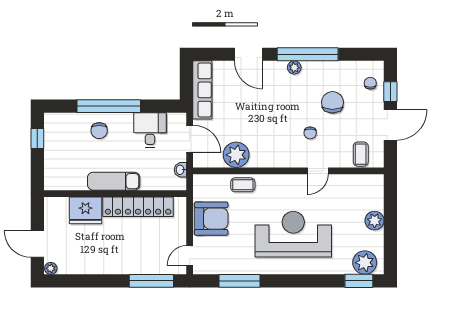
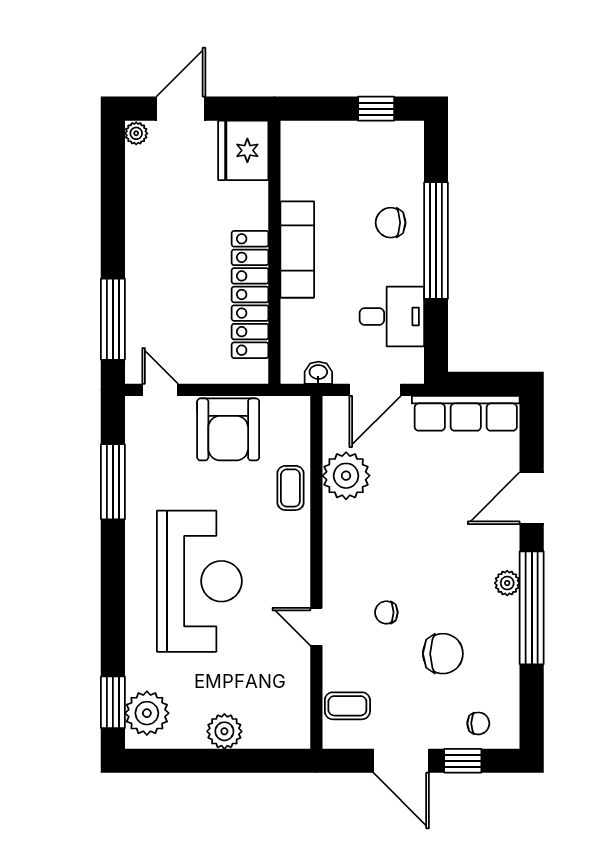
fridge: (85, 210) -> (243, 150), moved

